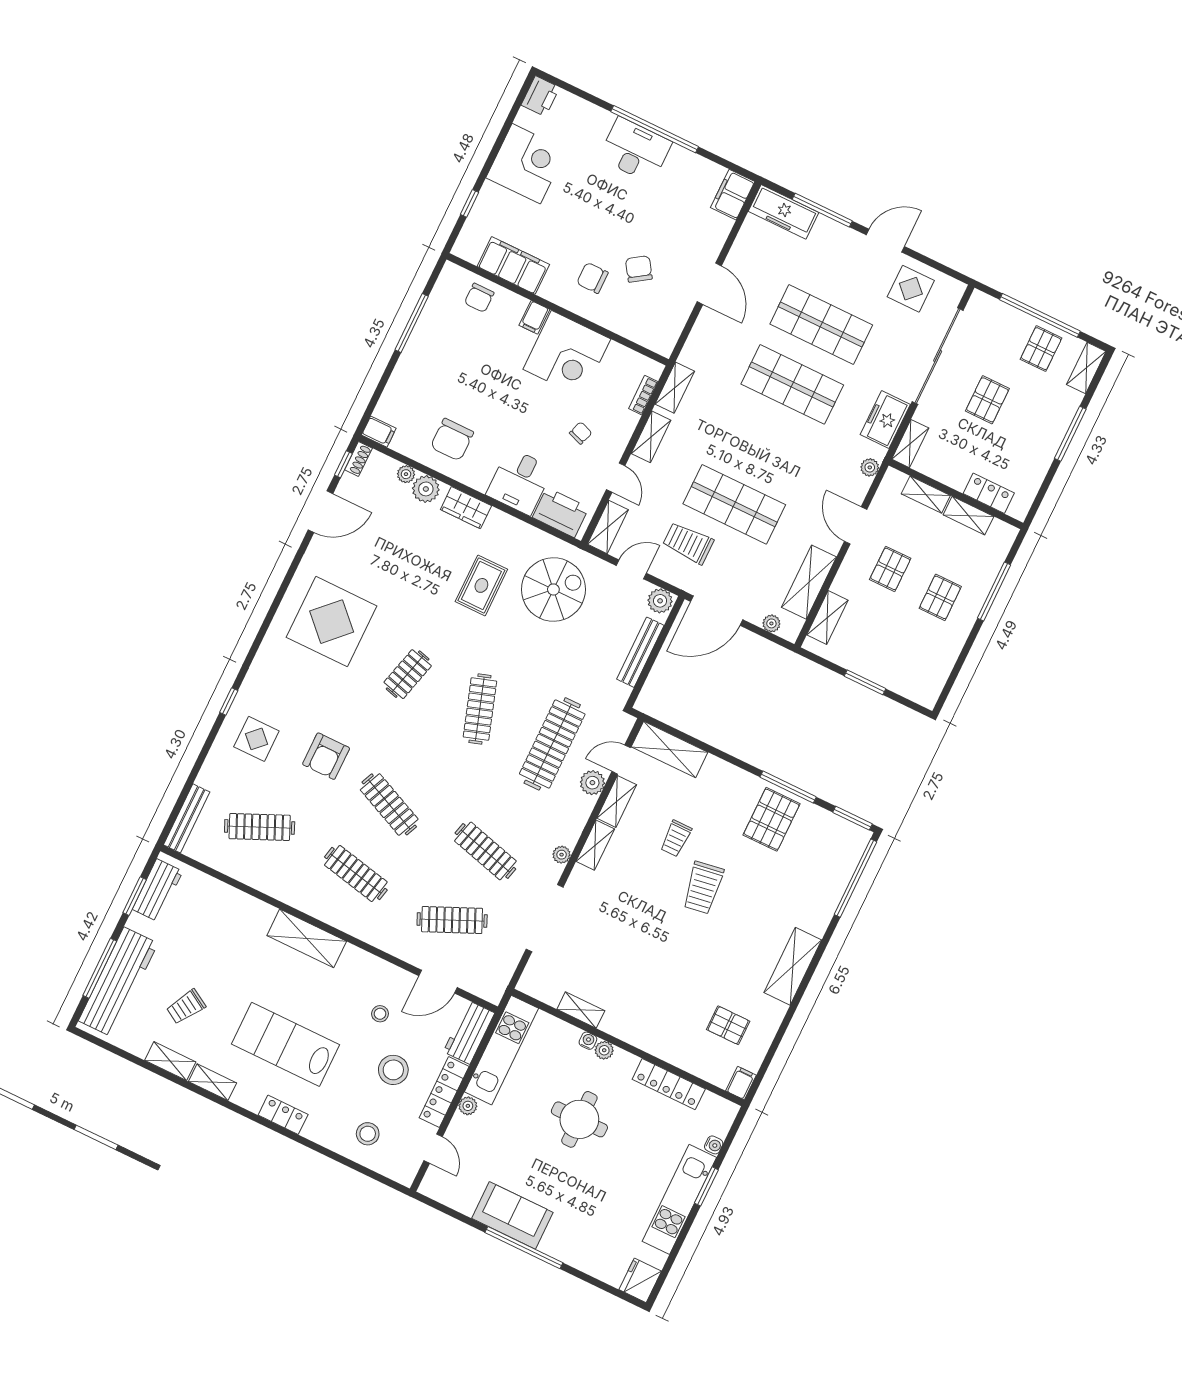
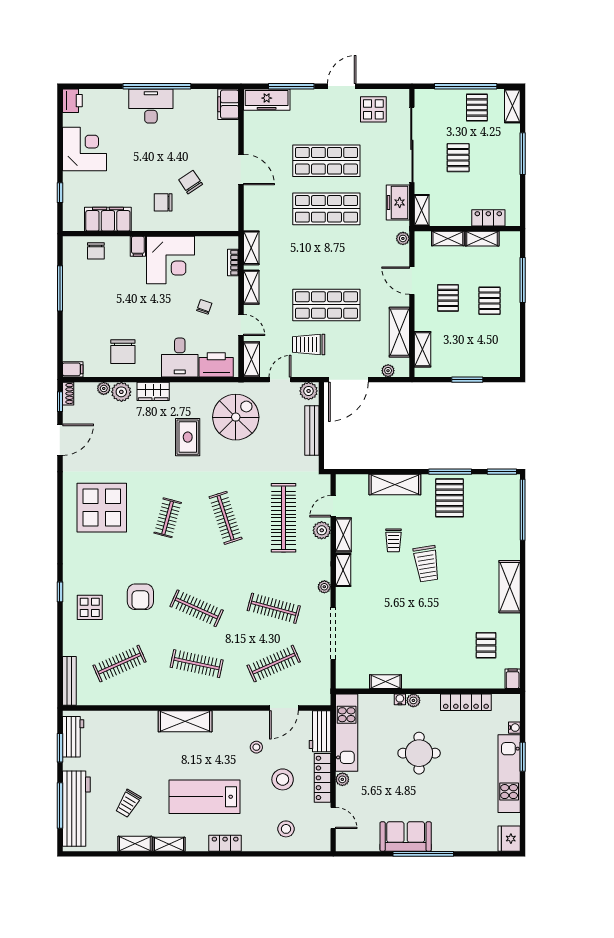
shelving: (670, 749) -> (395, 485), moved
pallet: (728, 1025) -> (486, 645), turned 90

